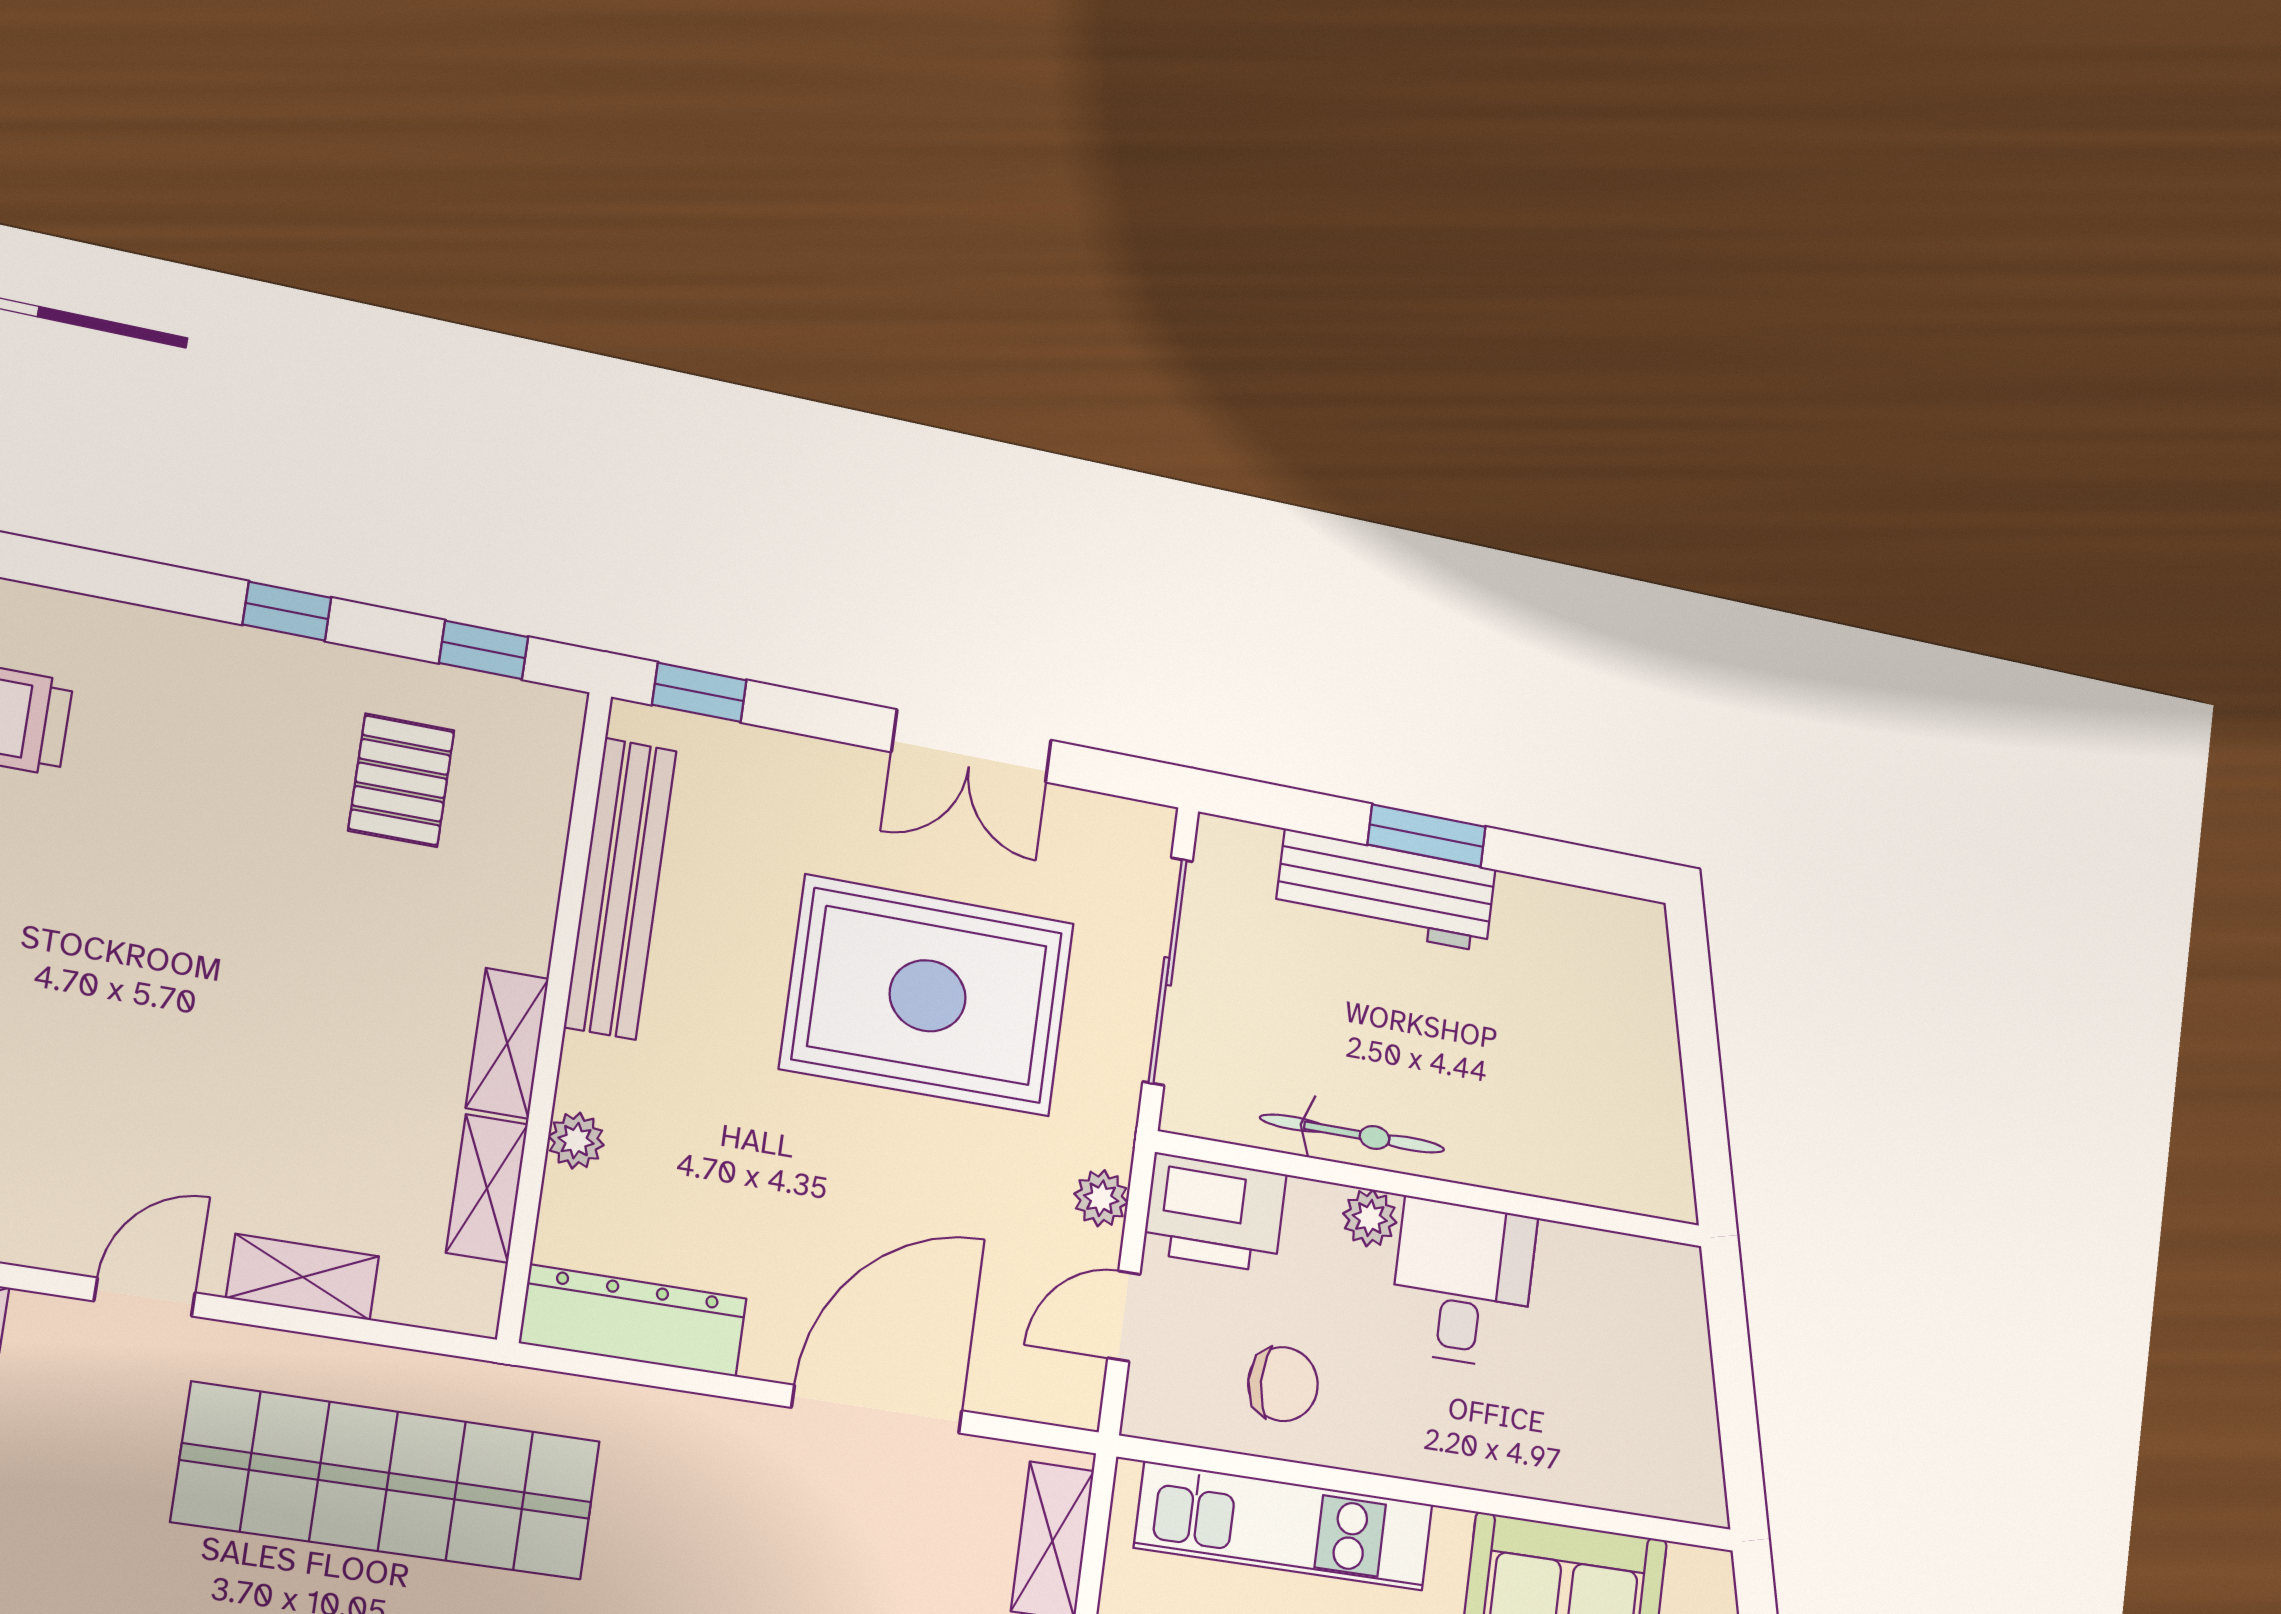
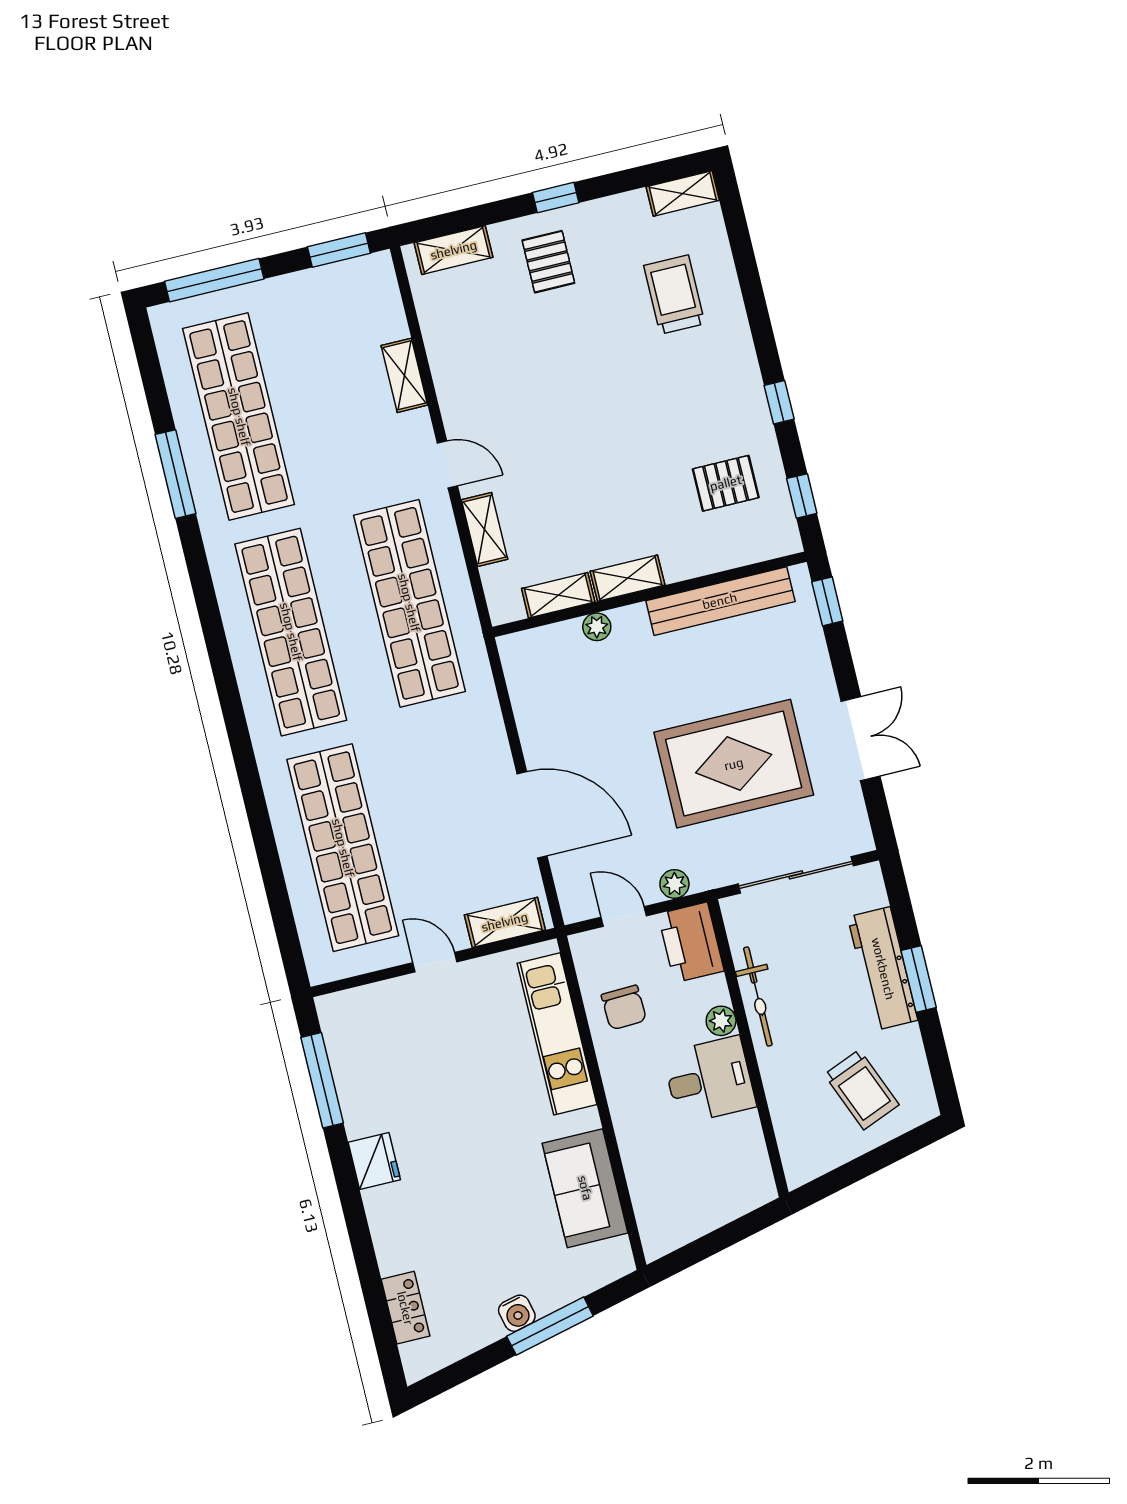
double door: (972, 746) -> (860, 739), swing flipped
rug: (928, 996) -> (734, 764), turned 90
trolley: (1575, 1021) -> (862, 1090), added
dresser: (633, 1321) -> (526, 685), removed

